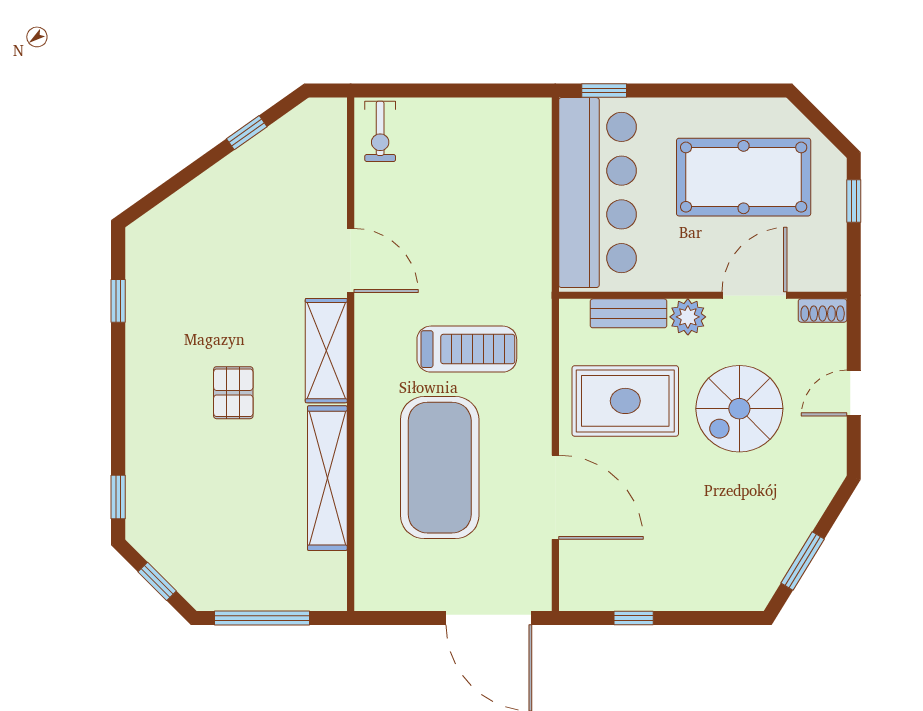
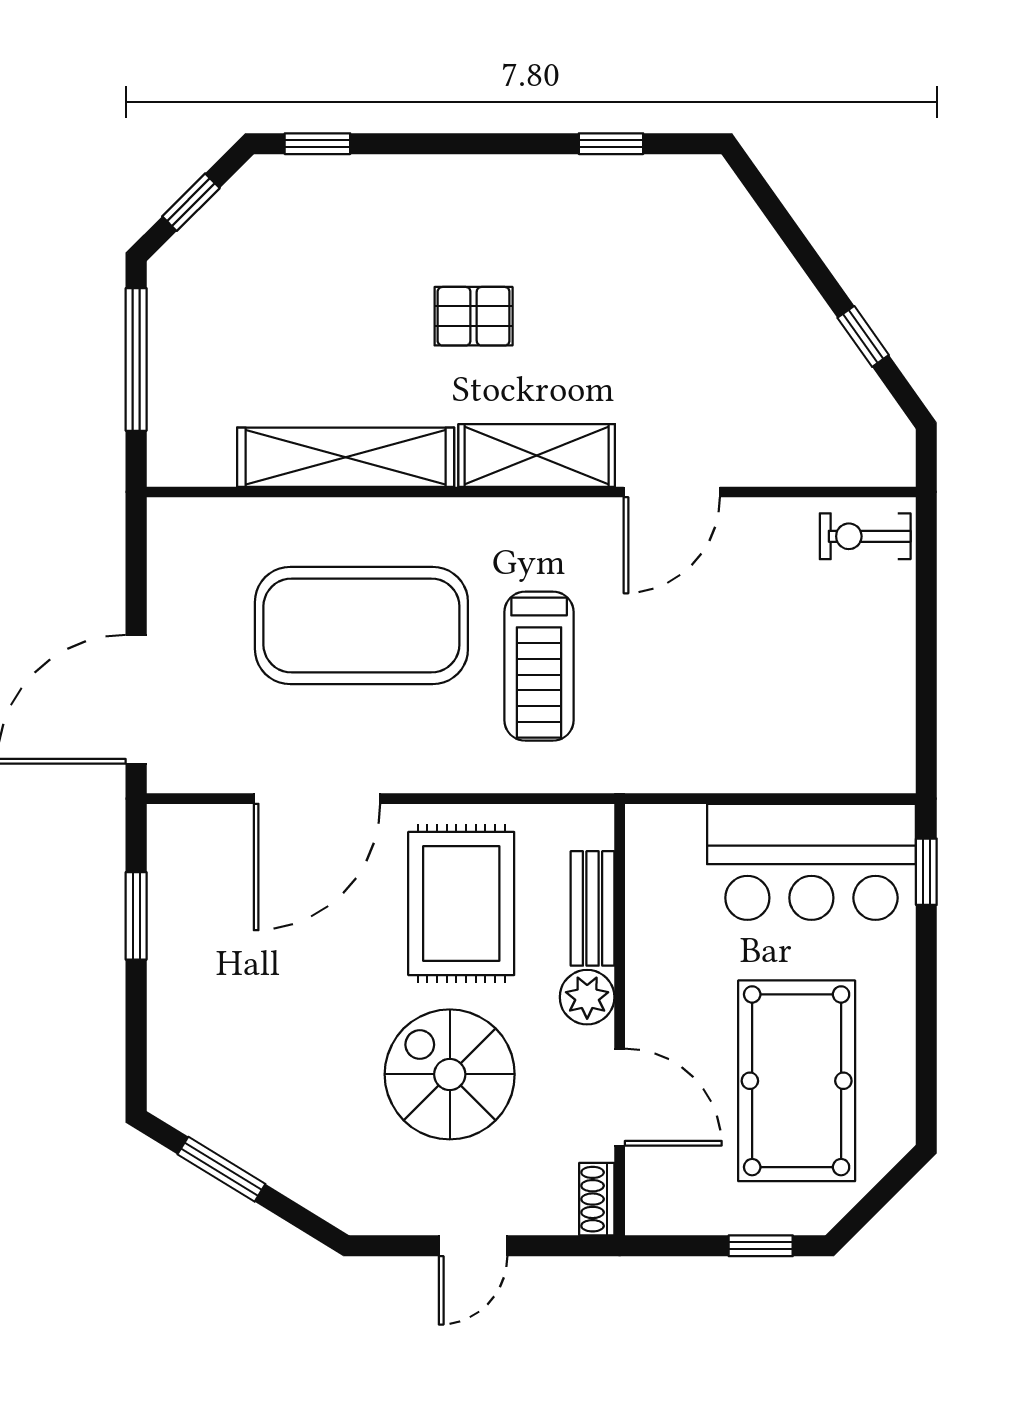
bar counter: (597, 193) -> (811, 862), width x0.73
door: (854, 393) -> (473, 1246), swing flipped
window: (634, 618) -> (136, 916), width x1.50

